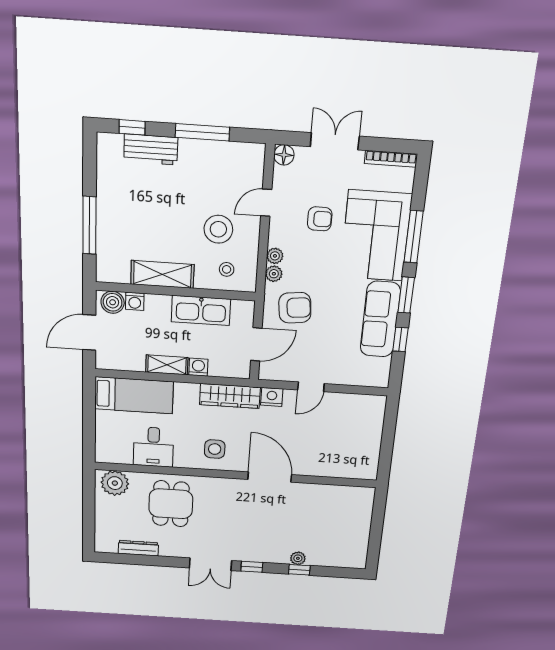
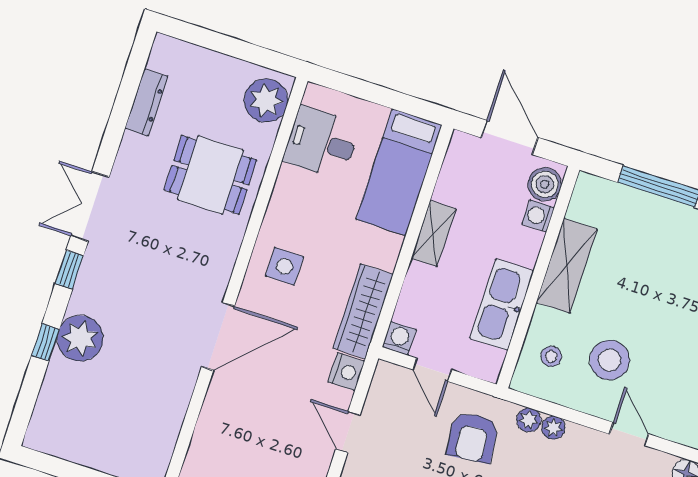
door: (256, 344) -> (432, 370), width x0.73
washing machine: (198, 367) -> (399, 338), moved, turned -90
desk: (153, 447) -> (322, 143), moved
plant: (298, 558) -> (80, 338), width x1.88, depth x1.88

